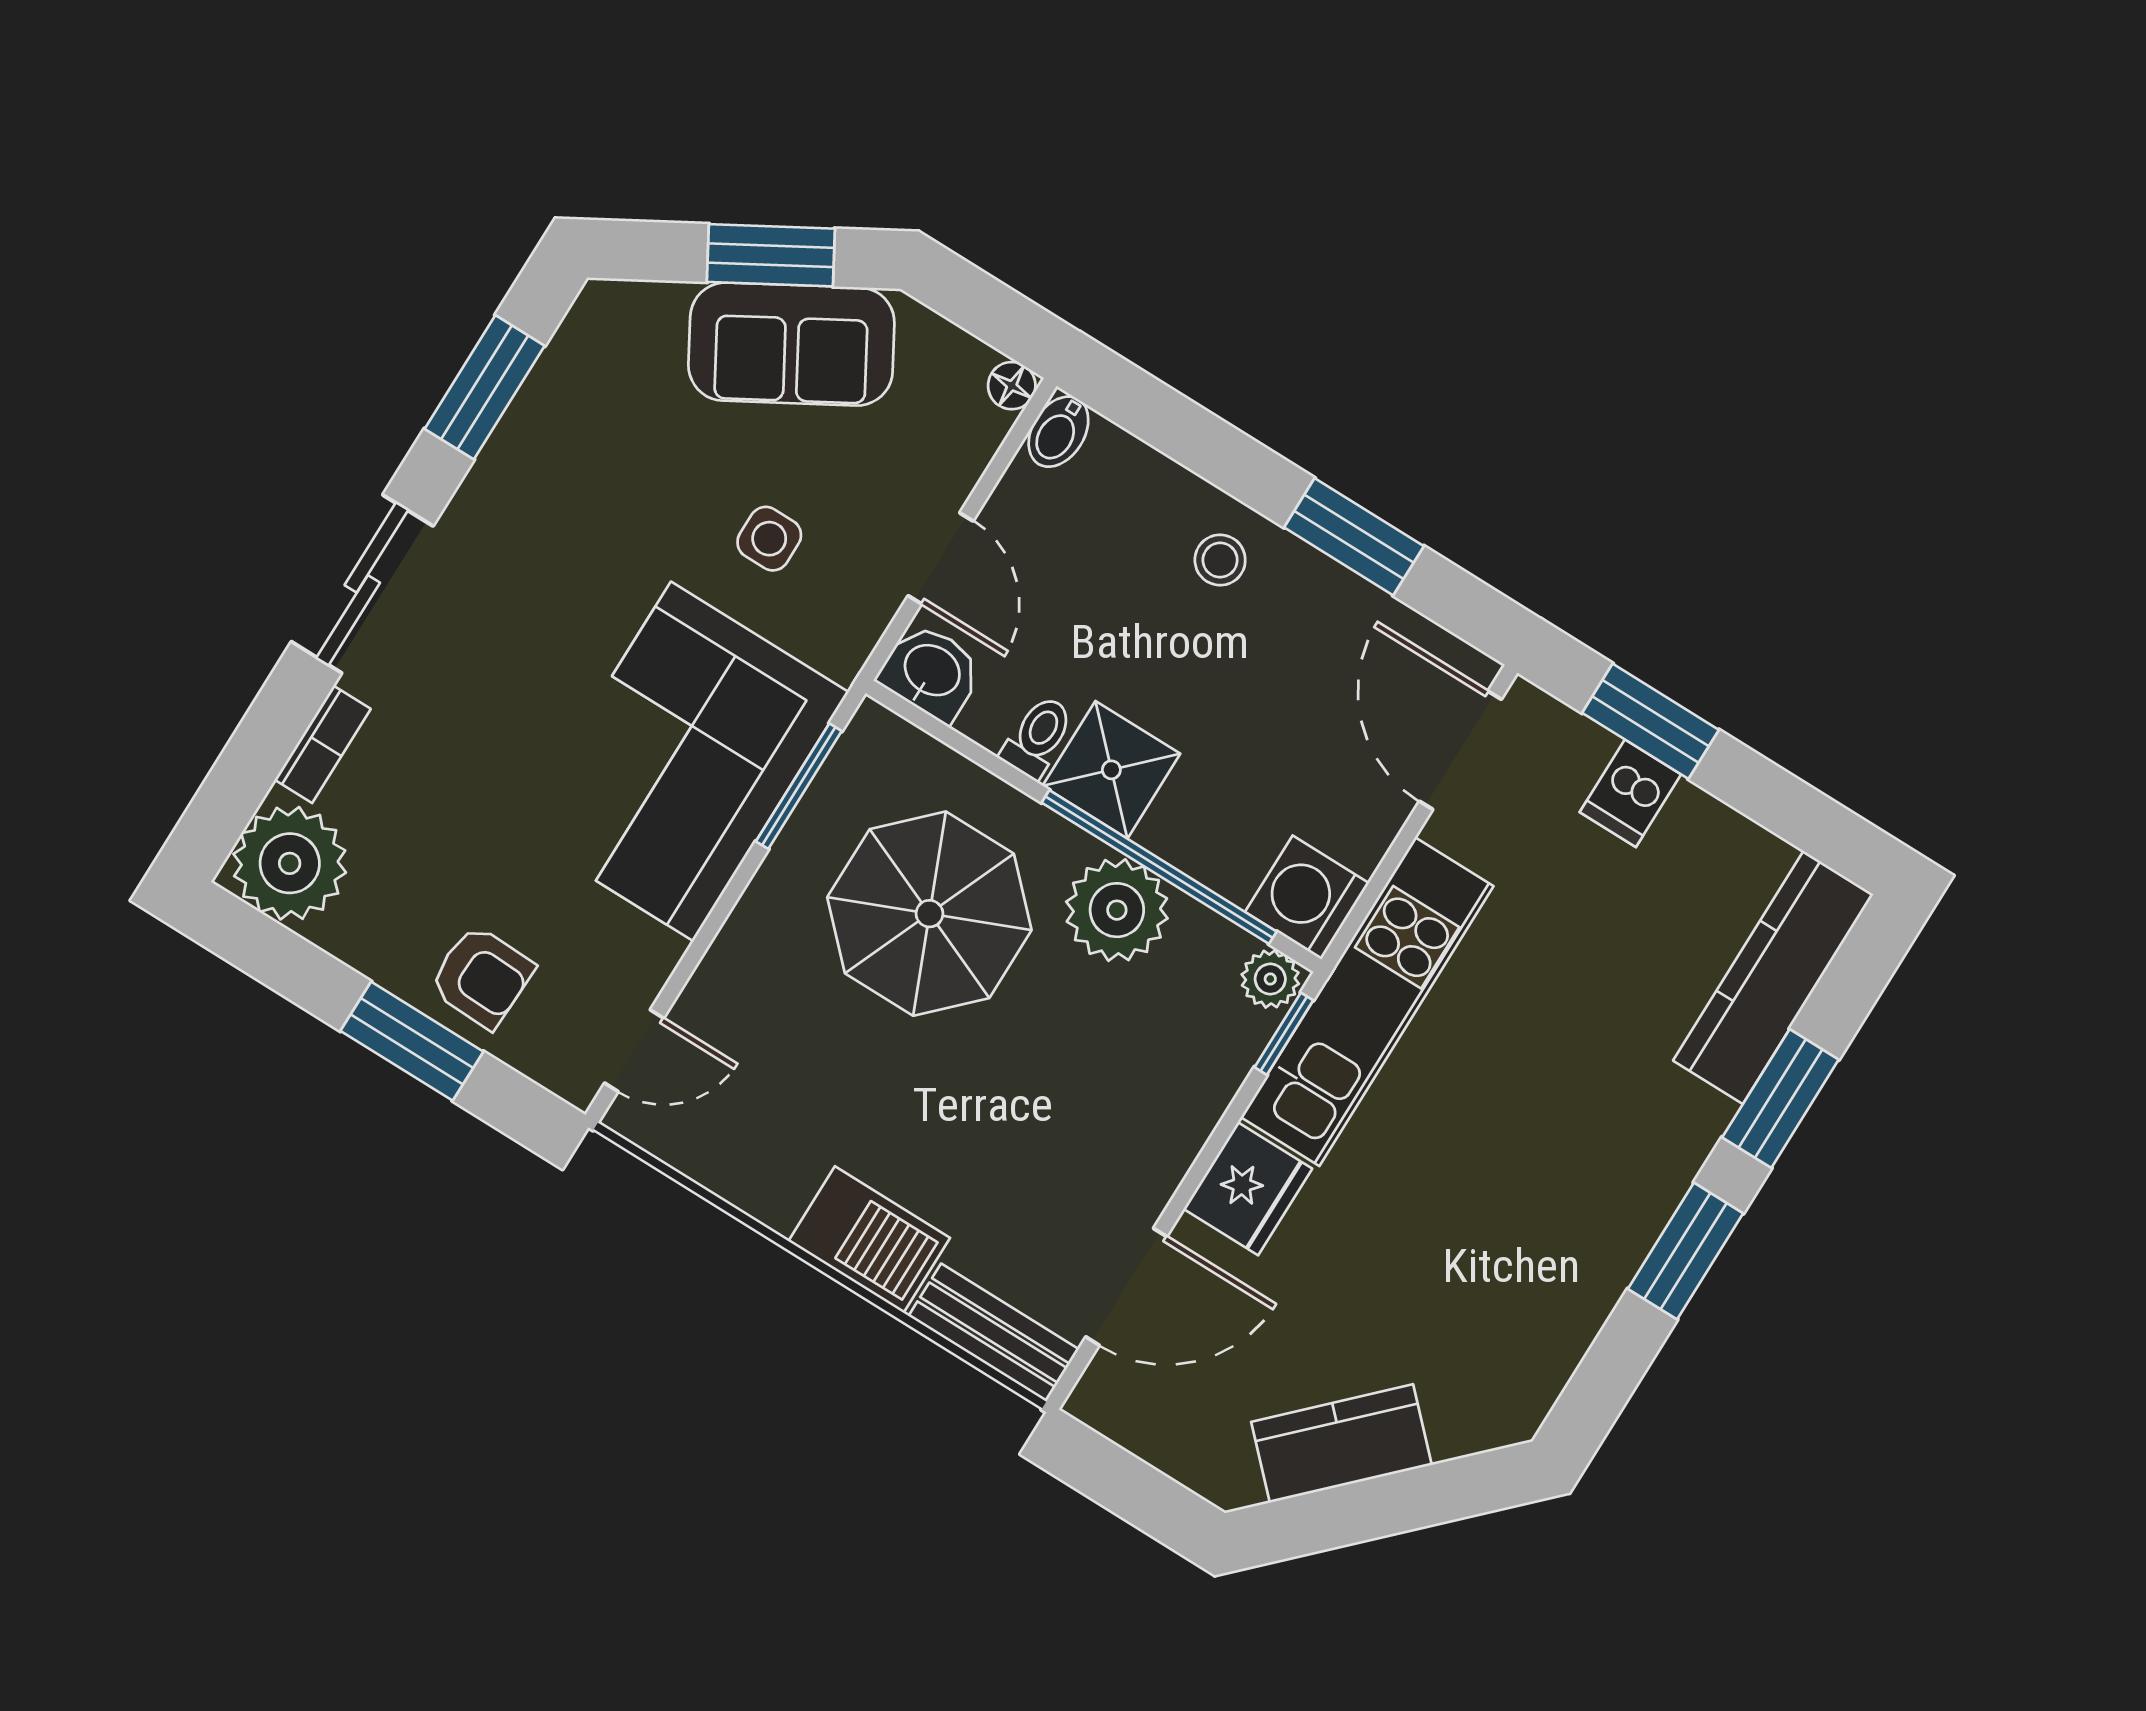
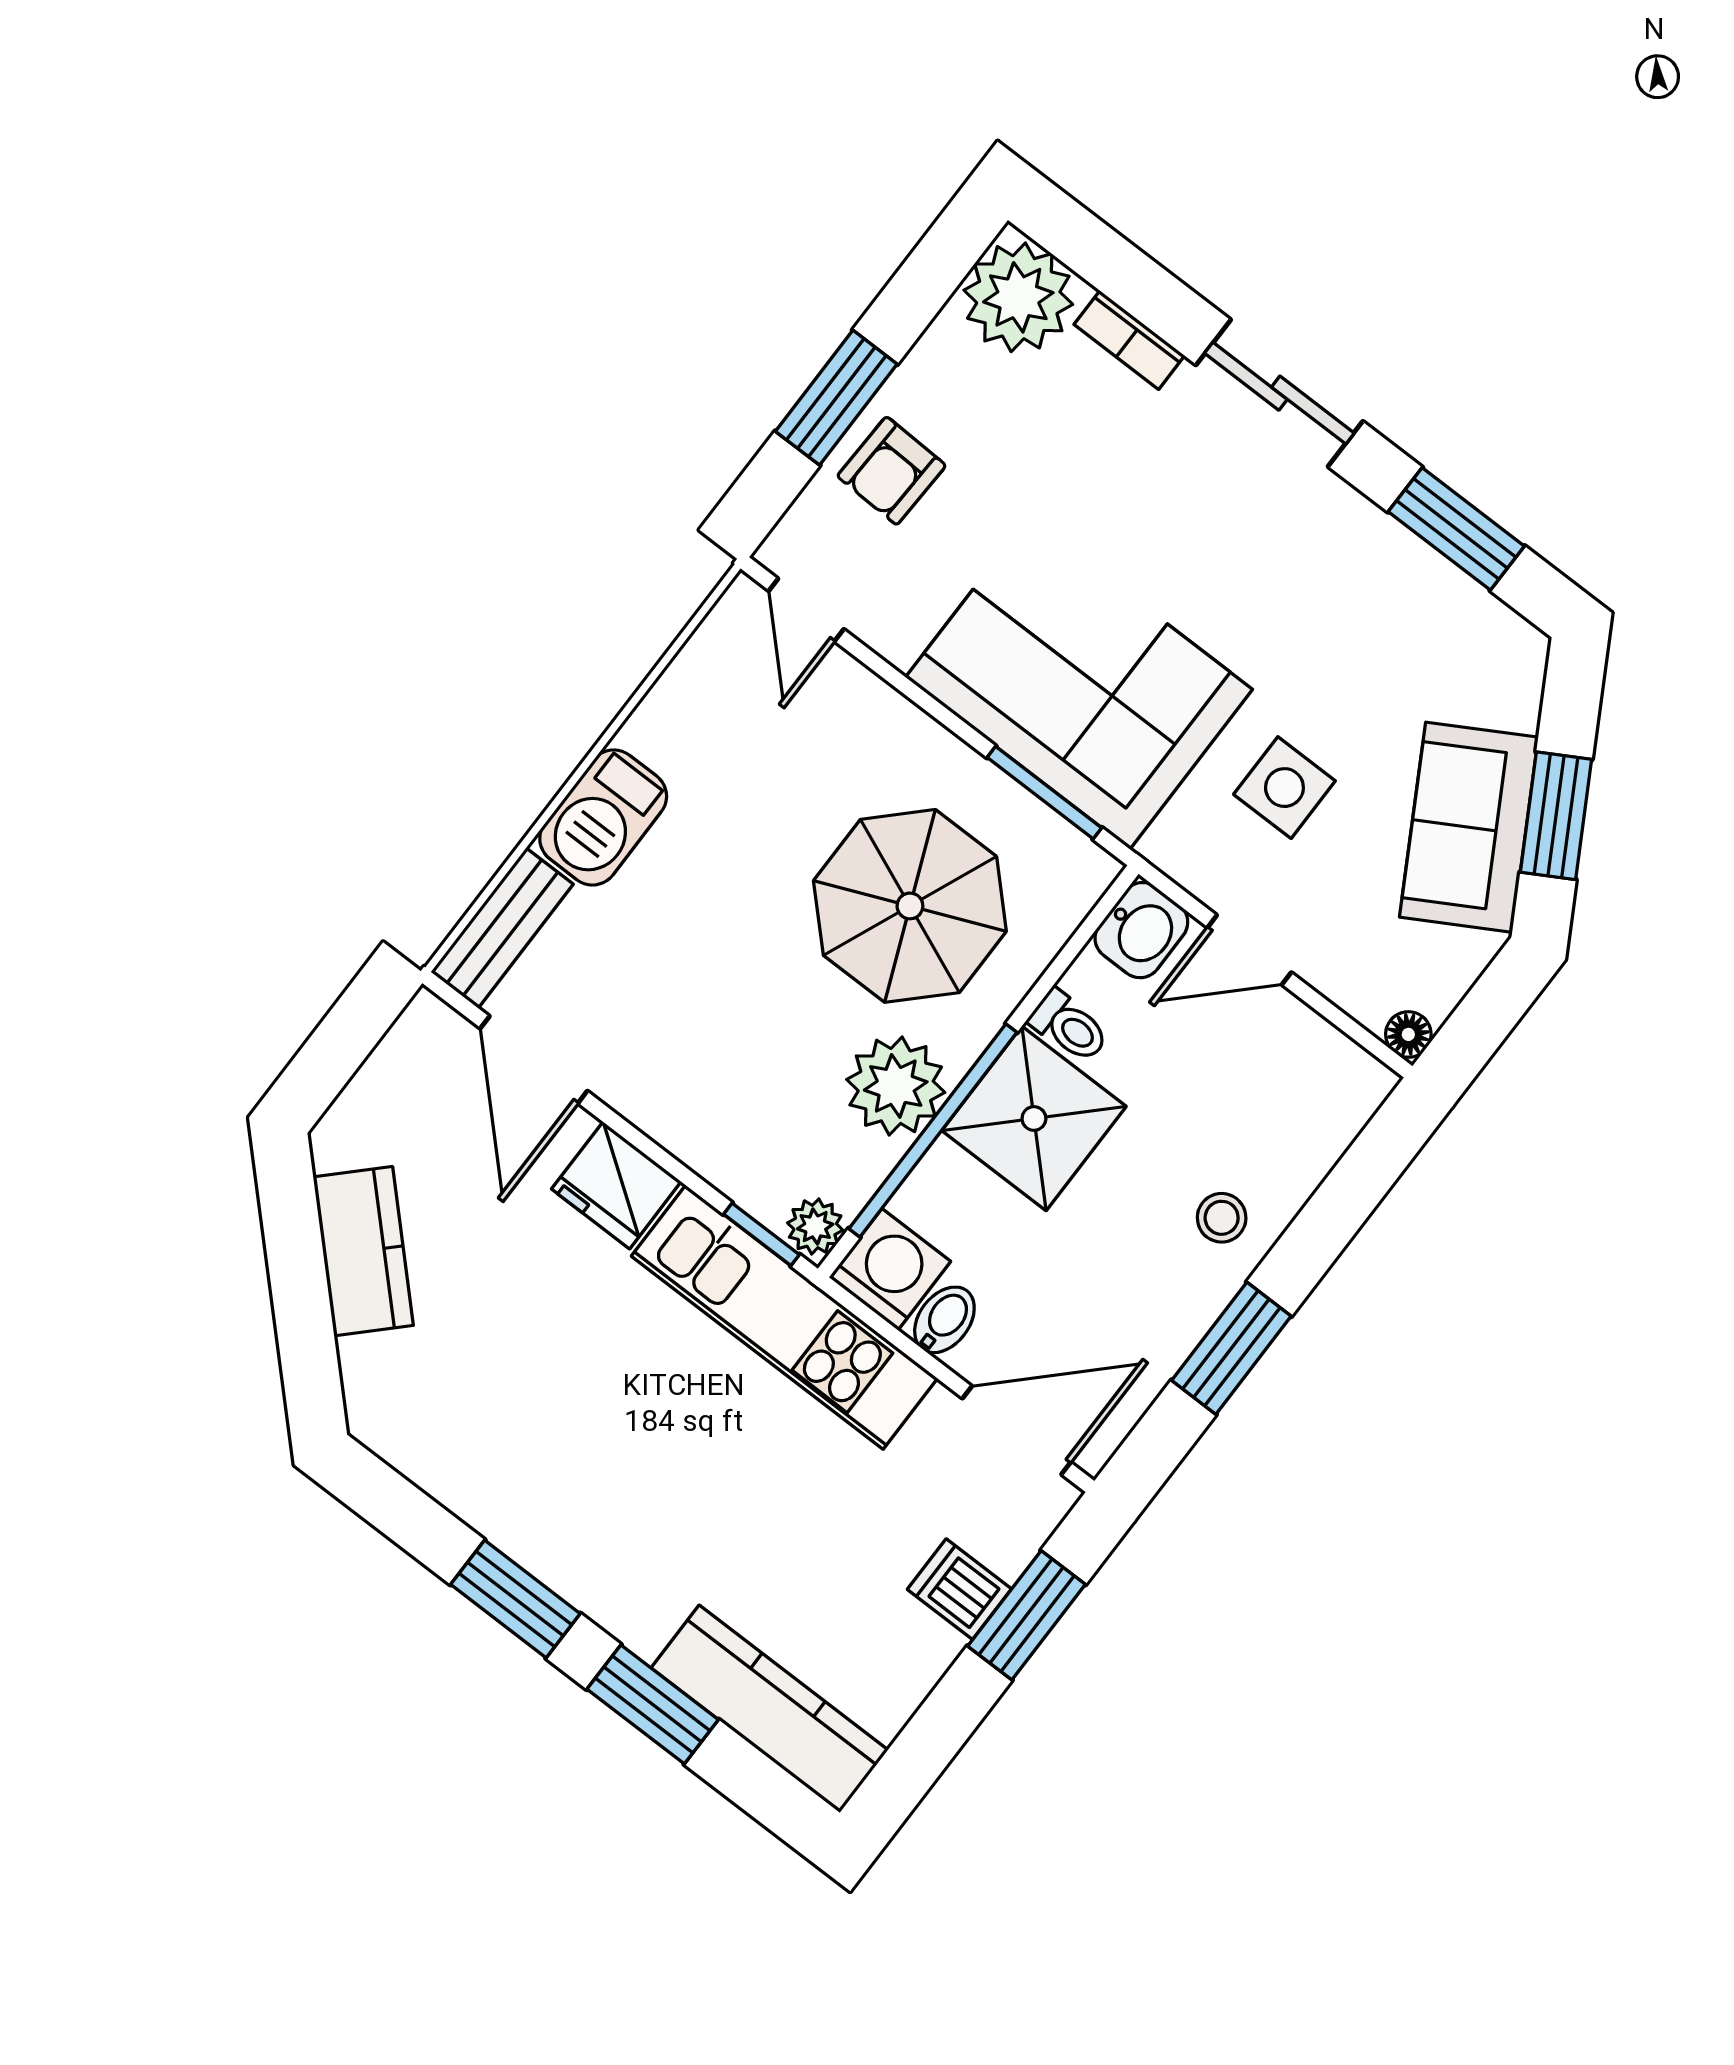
bidet: (1058, 432) -> (944, 1320), moved, turned 90
side table: (769, 539) -> (1284, 788), width x1.37, depth x1.37
shower: (1111, 770) -> (1034, 1118), width x1.36, depth x1.36

